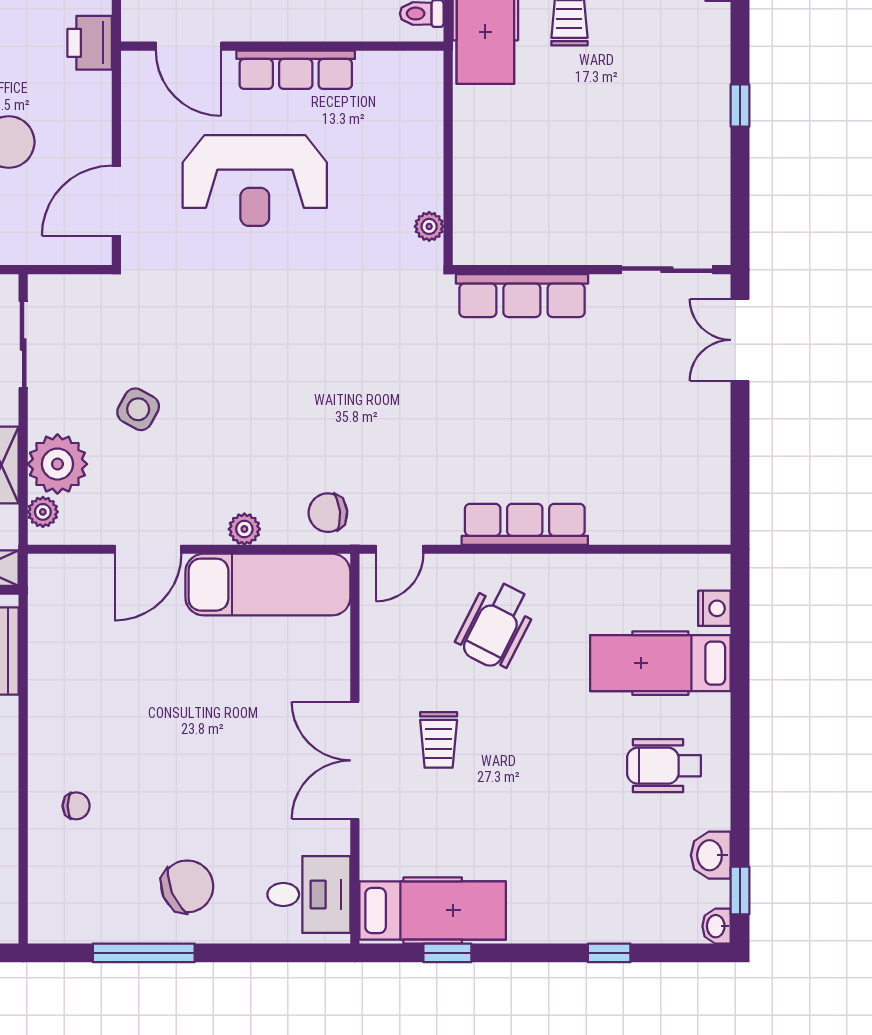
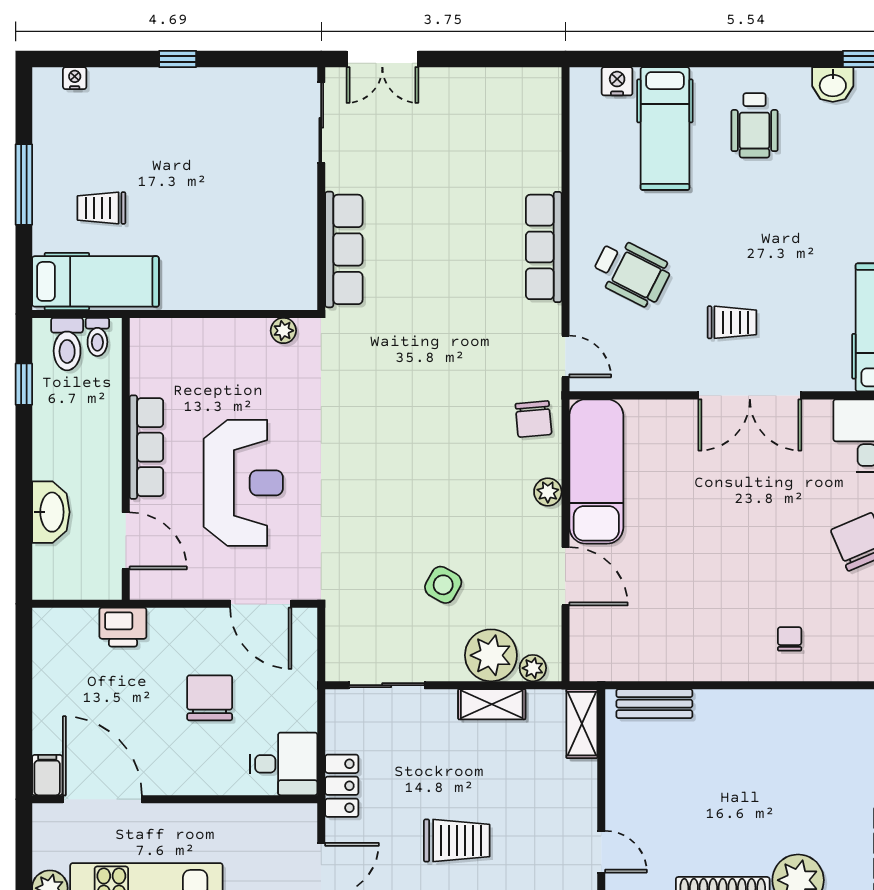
door: (188, 46) -> (126, 541), hinge flipped

